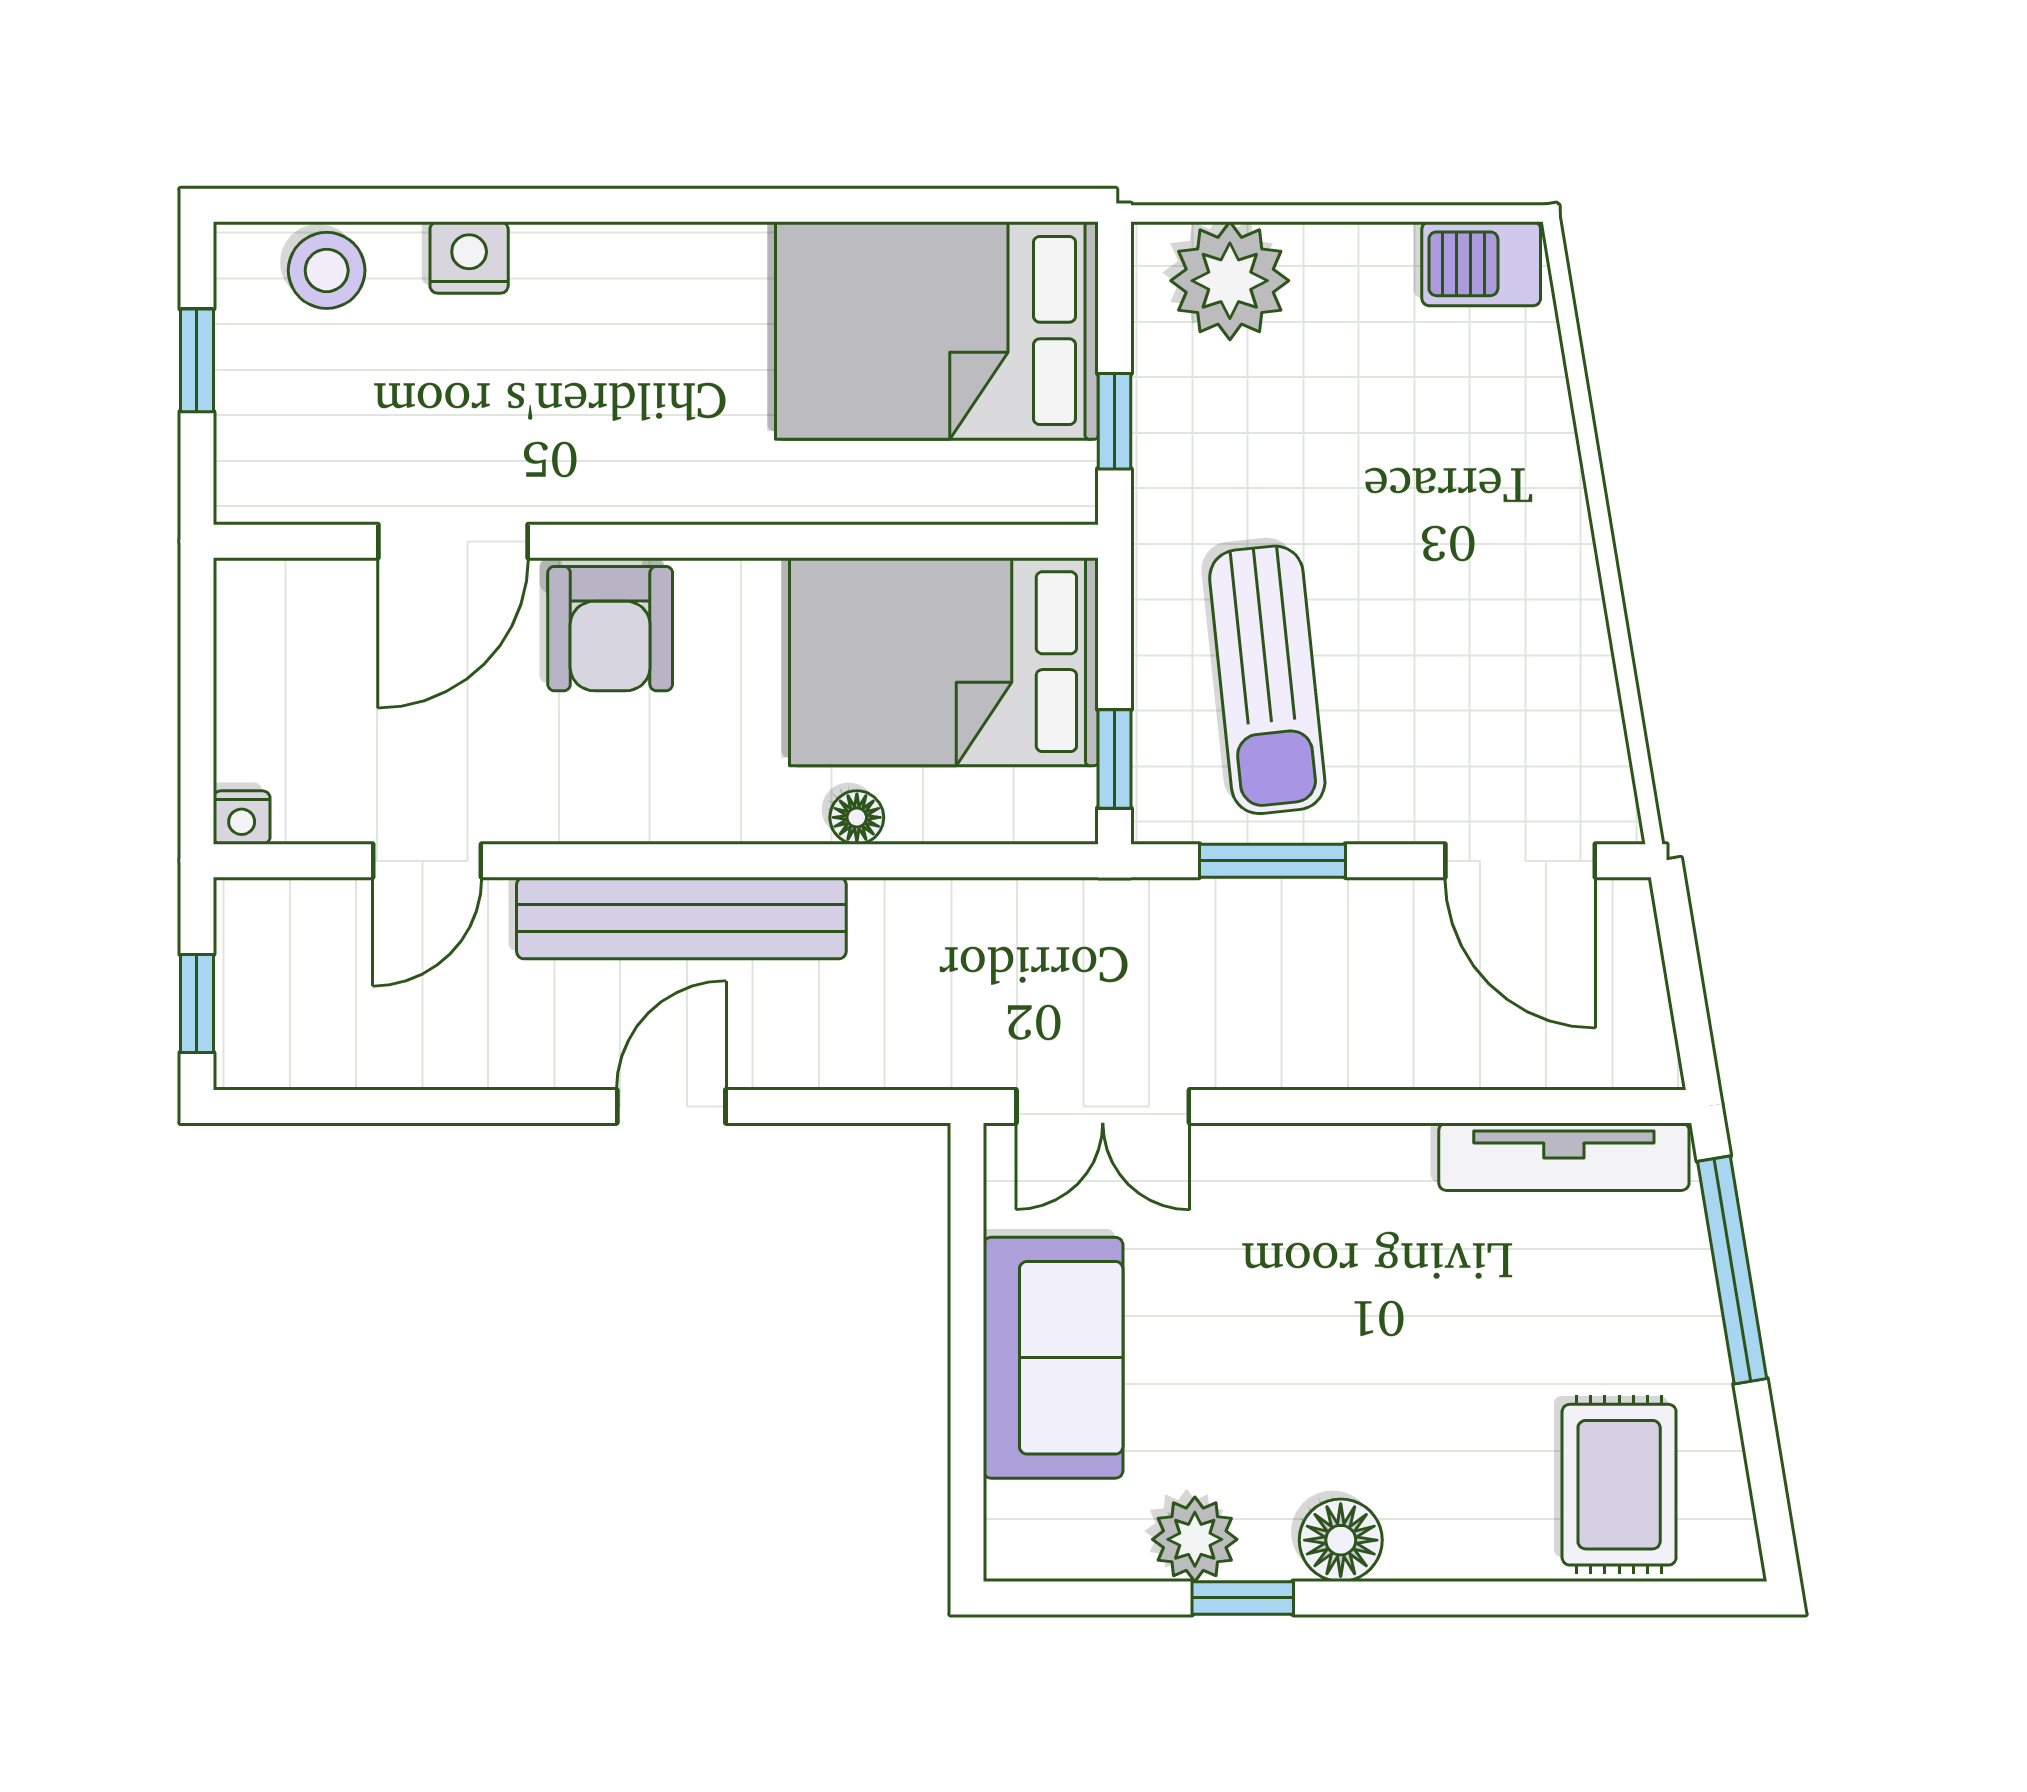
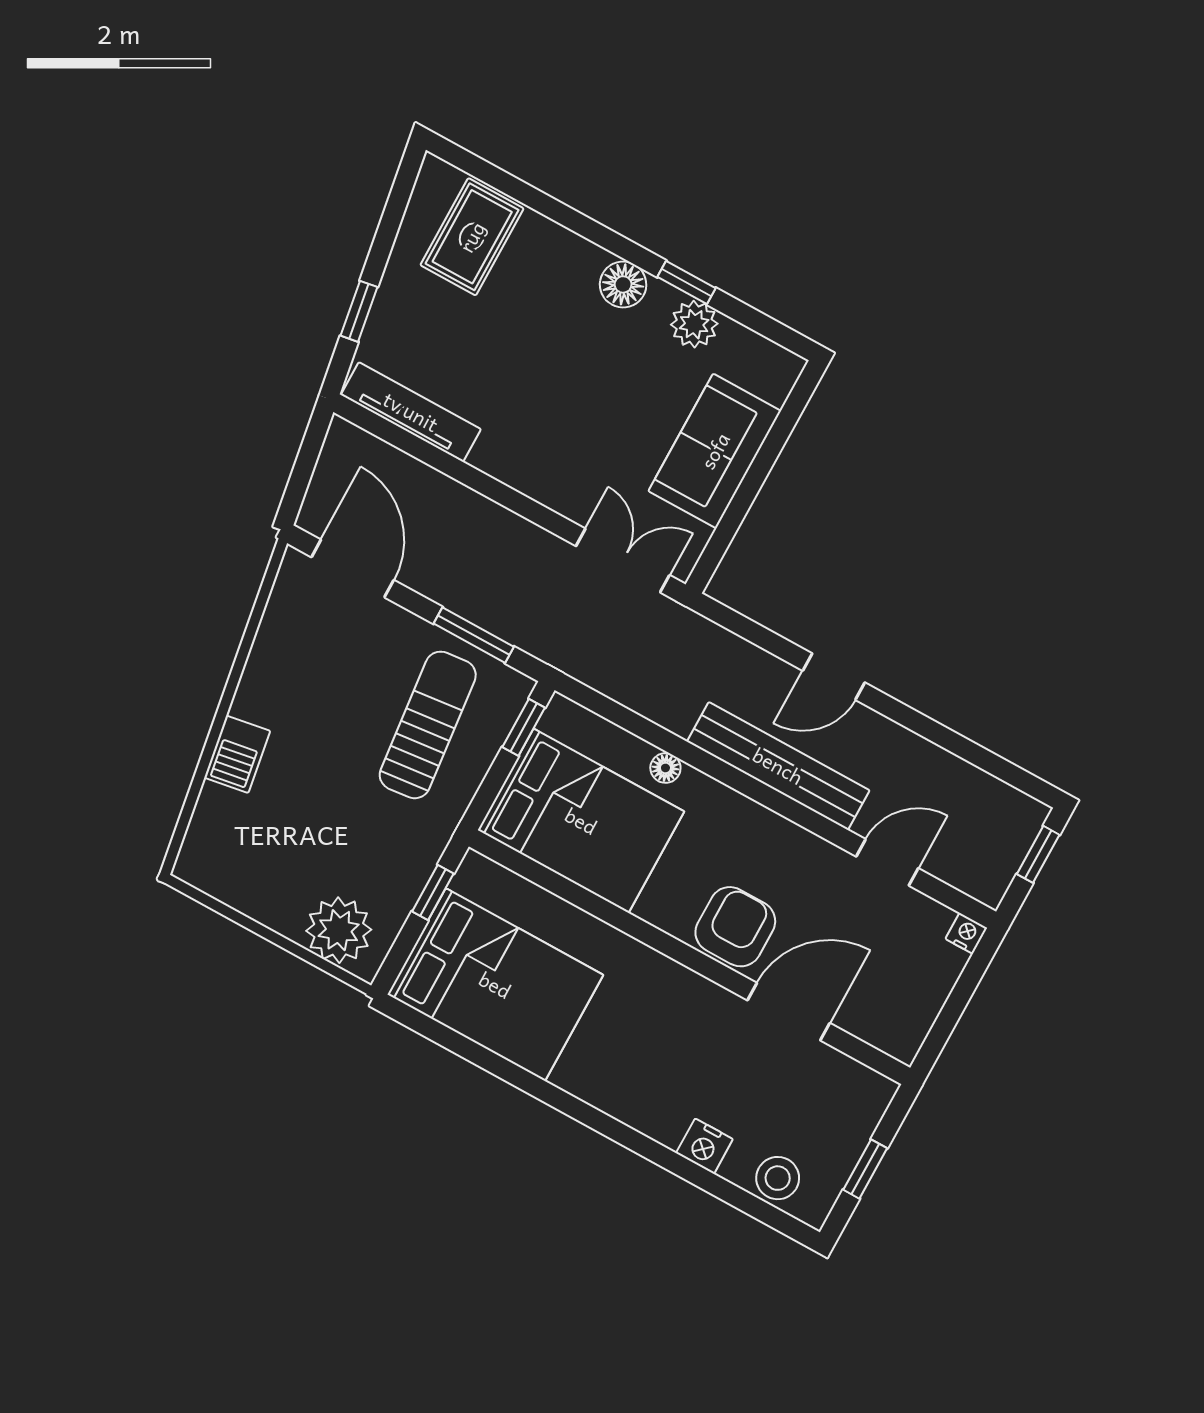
barbecue: (1481, 264) -> (237, 754), moved, turned 81
window: (1732, 1270) -> (359, 311), width x0.46

